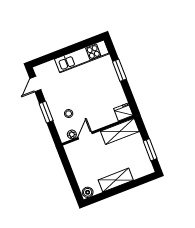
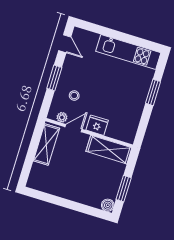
door: (35, 84) -> (65, 44), swing flipped
fridge: (123, 112) -> (97, 125), moved
shelving: (116, 180) -> (46, 145), moved, turned 90
boiler: (88, 192) -> (108, 205), moved

